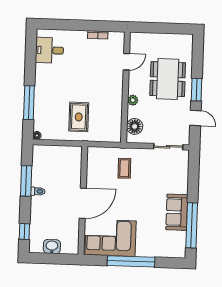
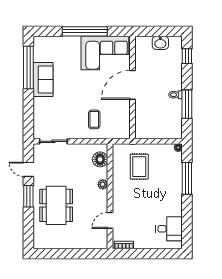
door: (126, 62) -> (110, 220), moved
wall: (125, 87) -> (110, 196), moved
plant: (133, 100) -> (103, 184), moved
floor lamp: (135, 126) -> (100, 159), moved

